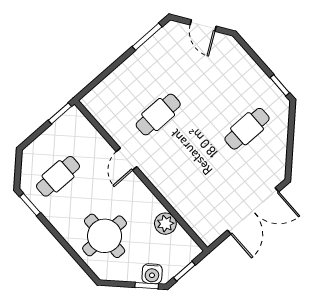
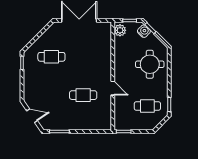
door: (203, 26) -> (32, 116), hinge flipped
door: (127, 159) -> (113, 88), hinge flipped
plant: (165, 224) -> (120, 30), moved

